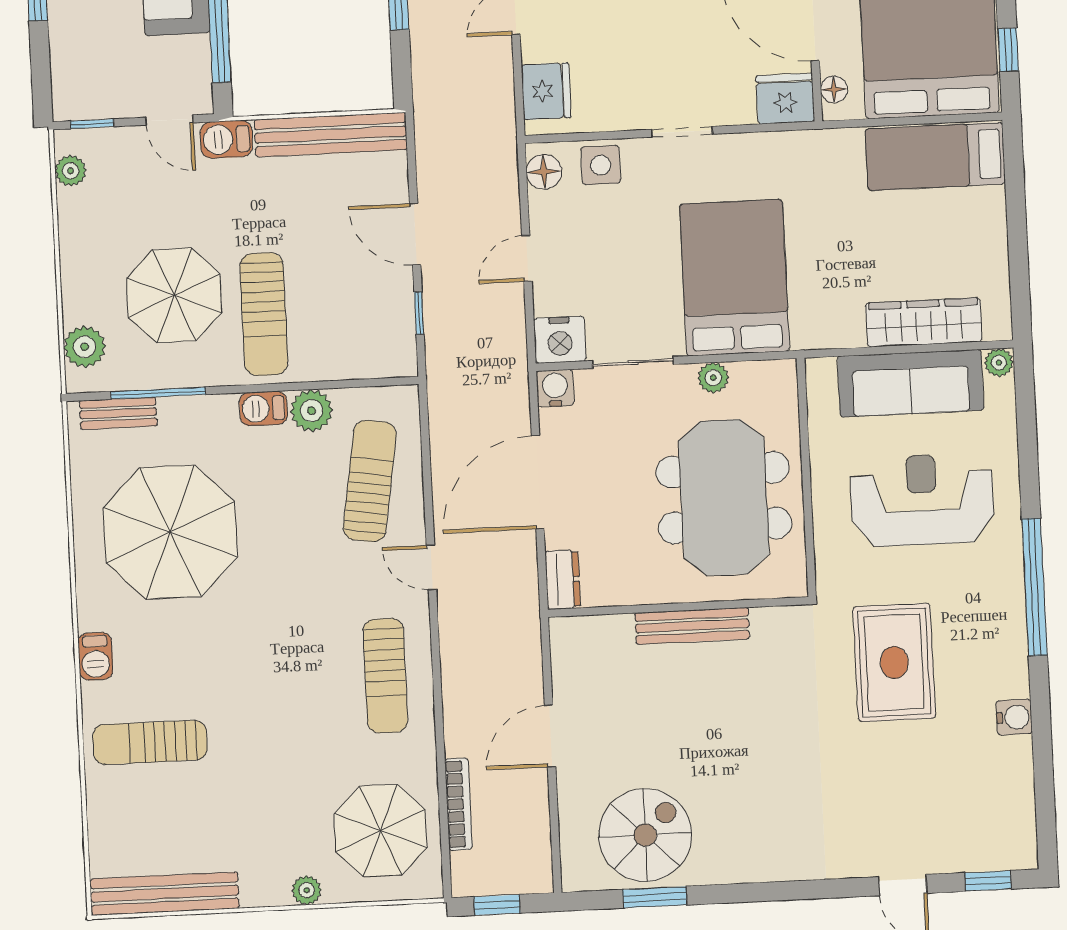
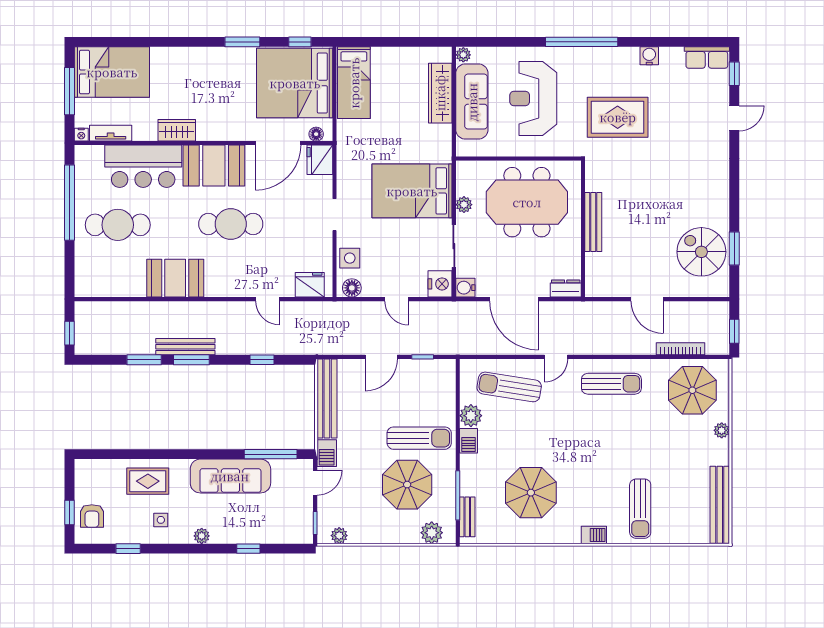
parasol: (170, 532) -> (531, 493), width x0.73, depth x0.73
row of seats: (1016, 827) -> (707, 57), added

